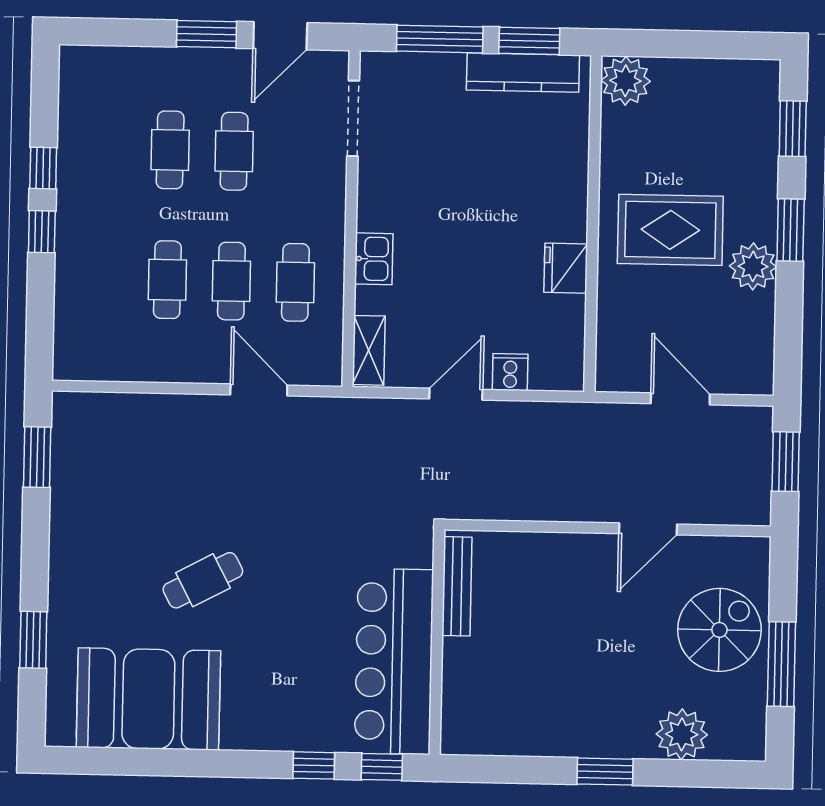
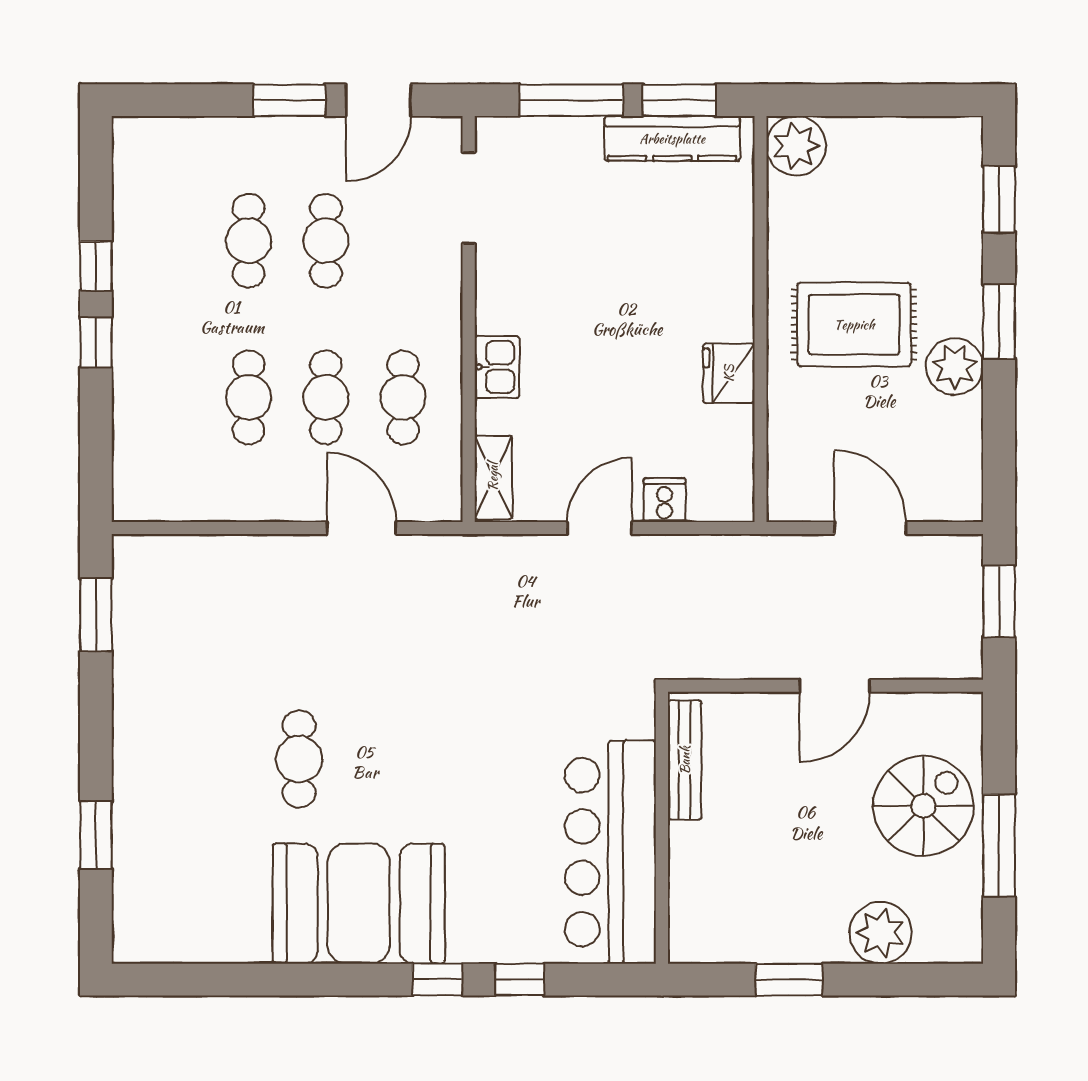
cafe table: (203, 580) -> (299, 759), turned -62
bench: (457, 586) -> (685, 760), moved
wall: (437, 642) -> (662, 828), moved
bar counter: (394, 661) -> (610, 852), moved
booth: (148, 699) -> (359, 904), moved

